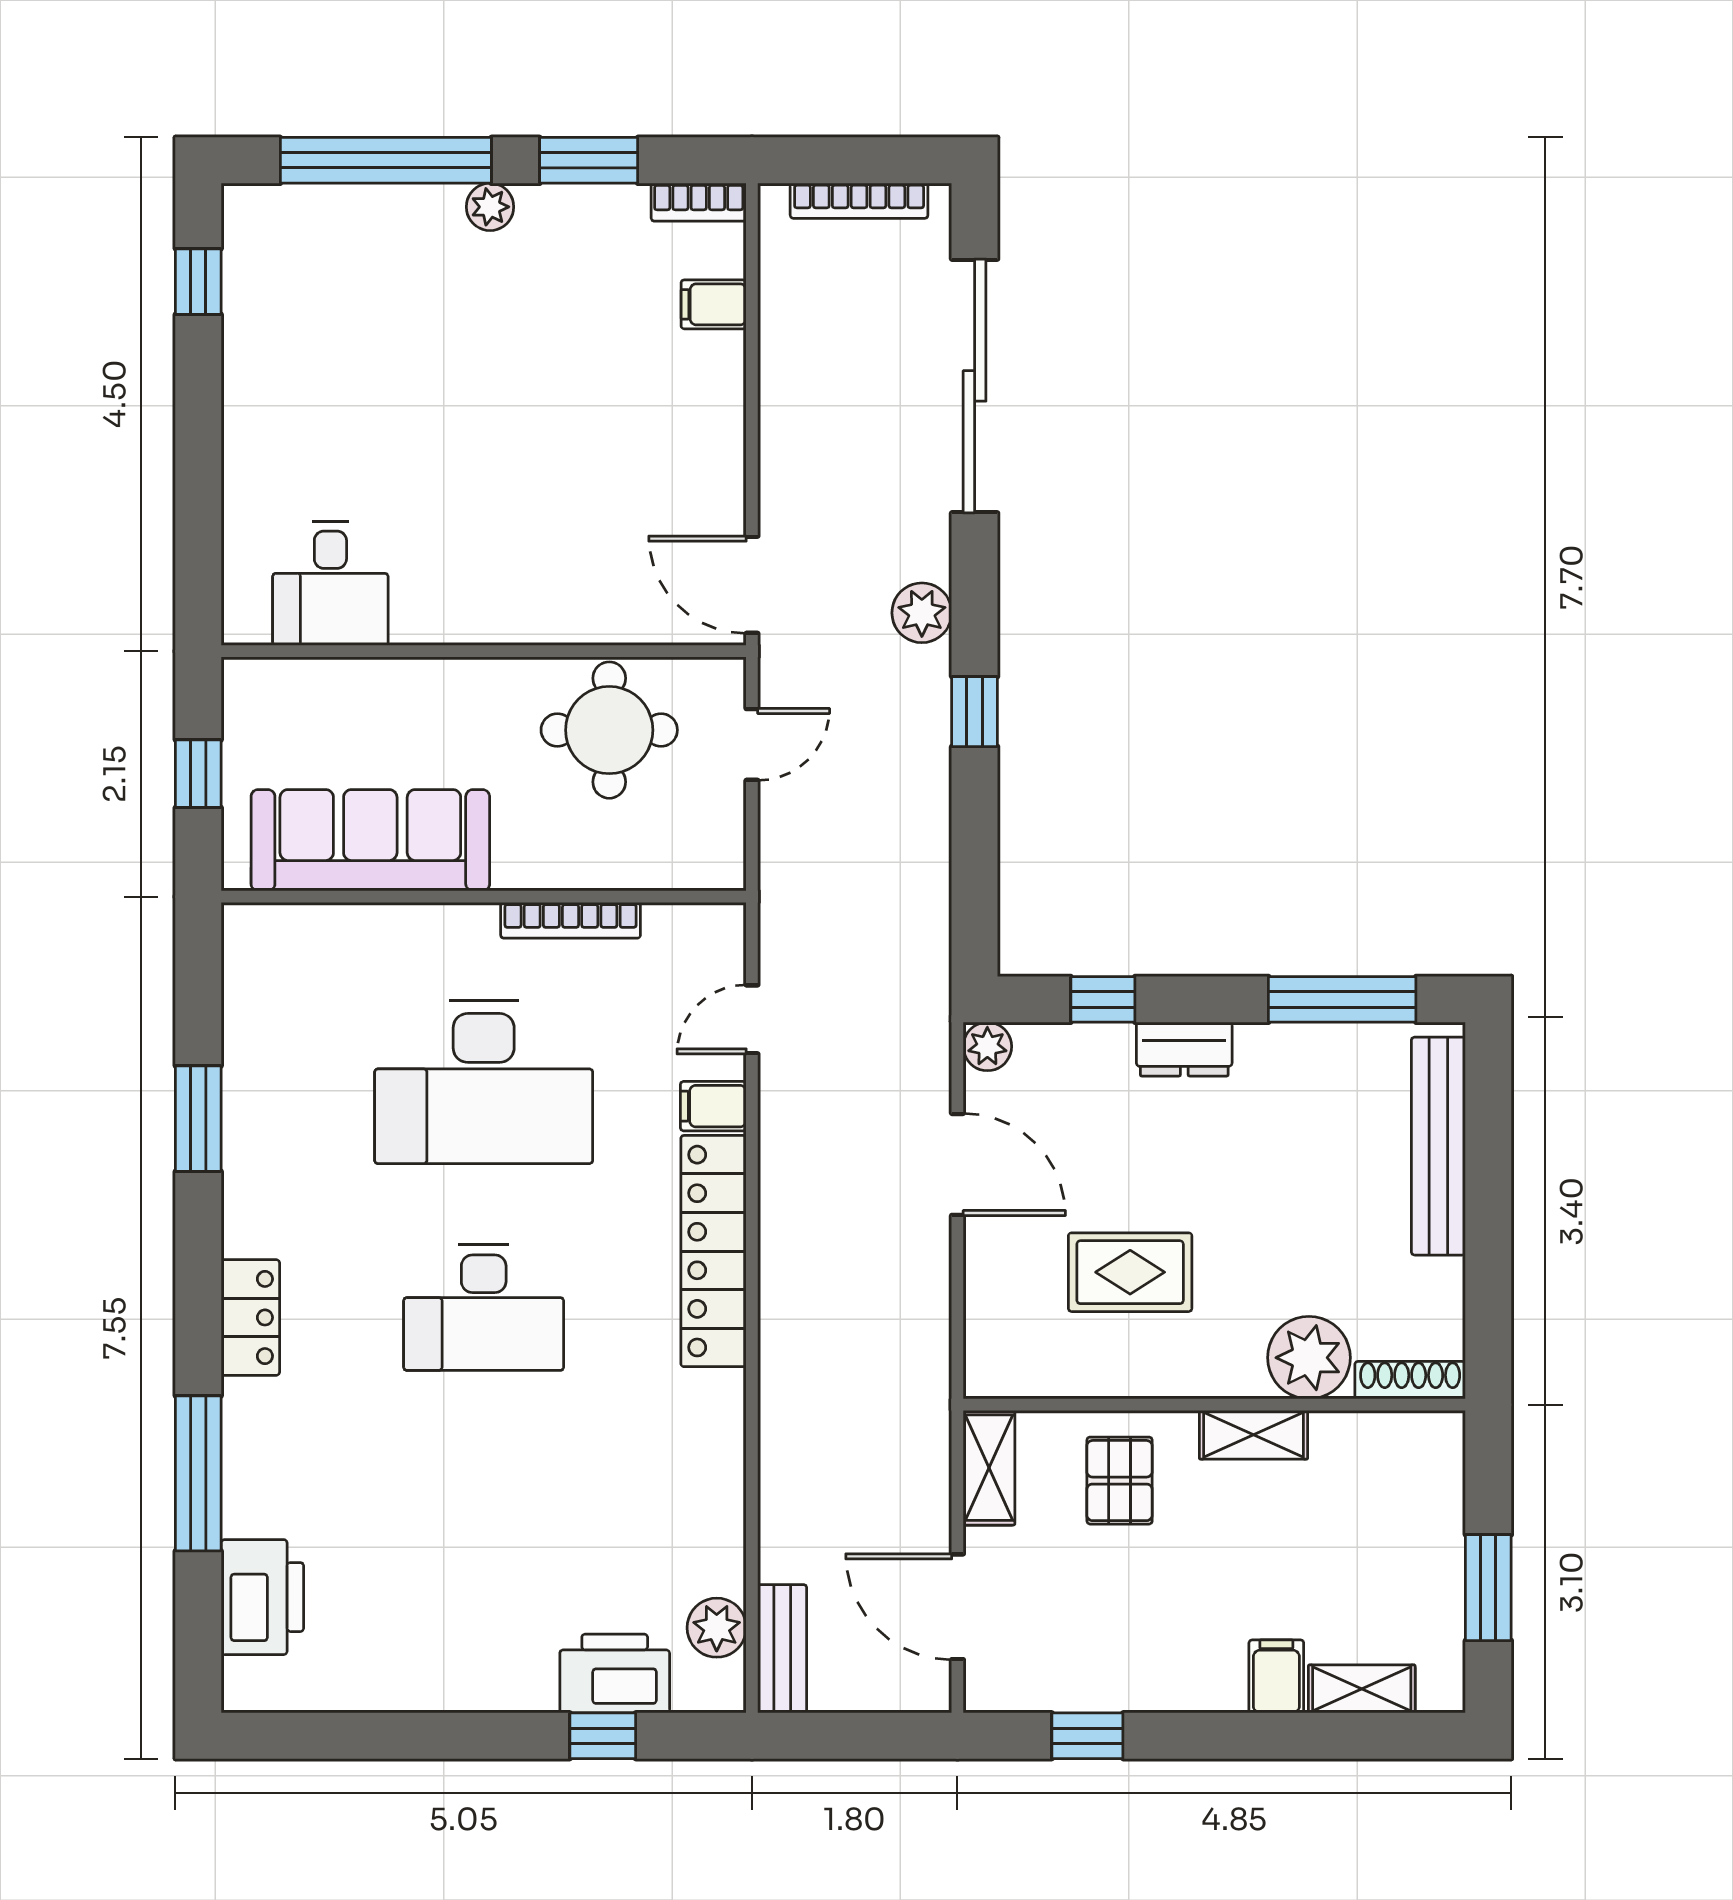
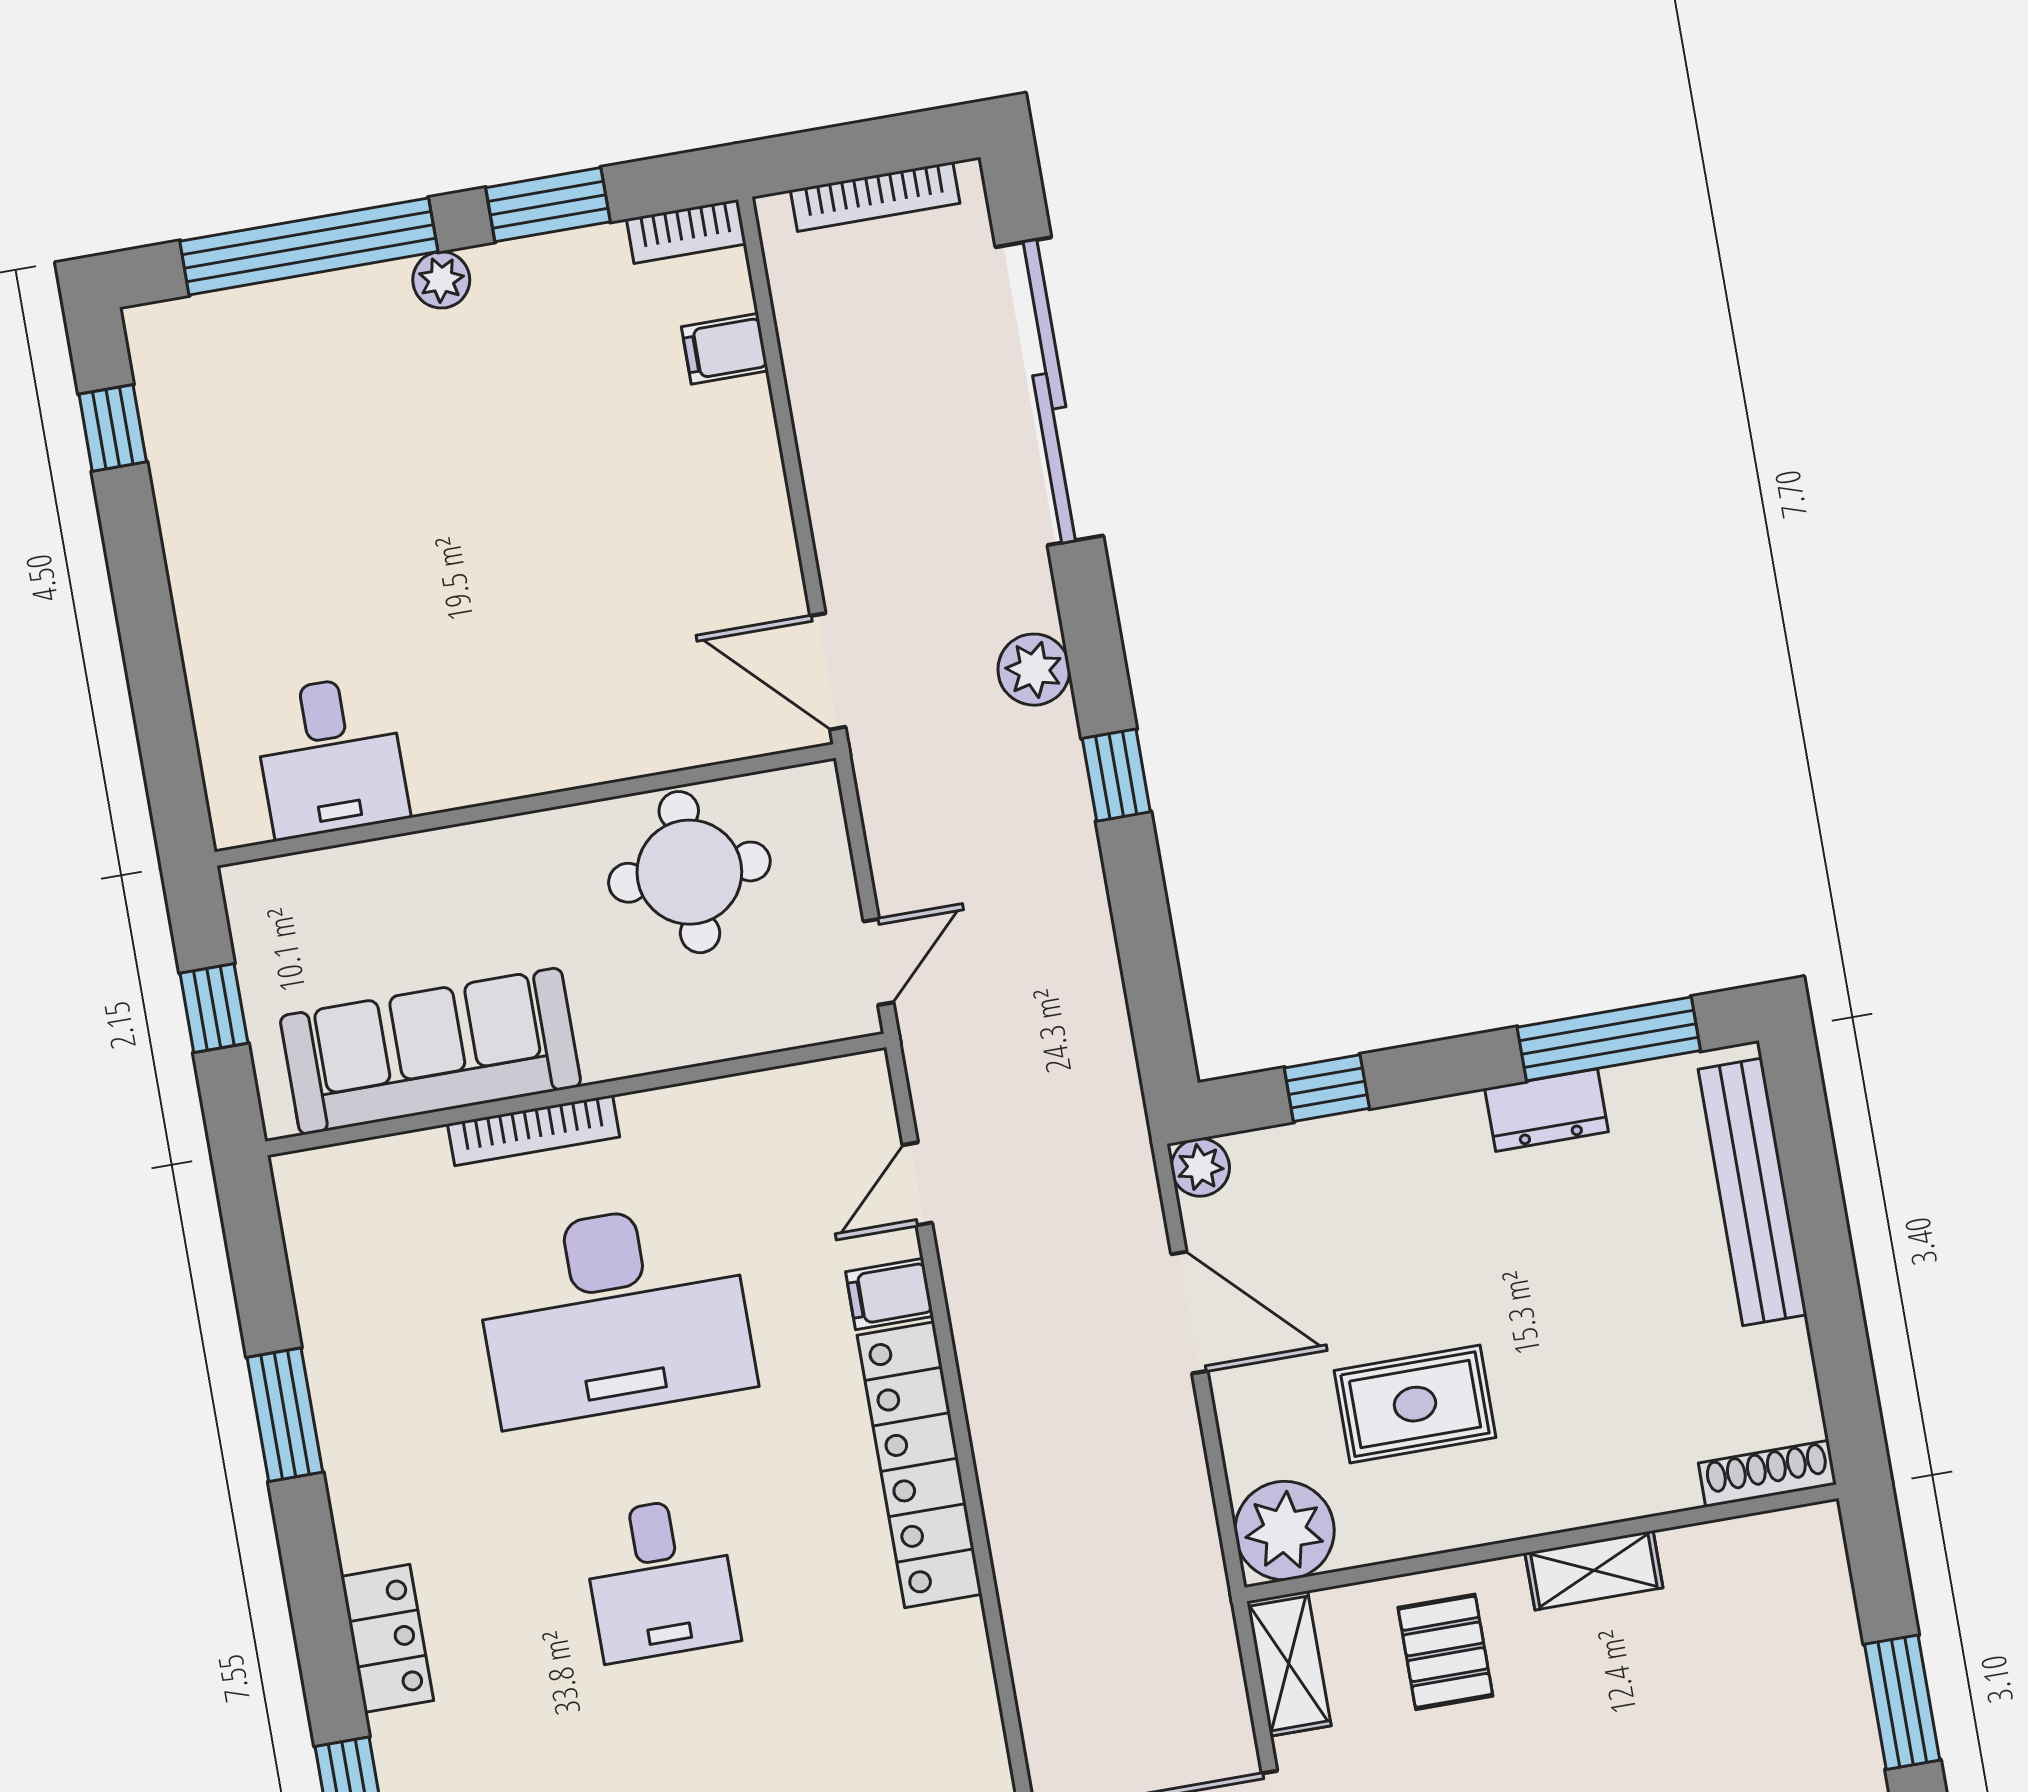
door: (752, 744) -> (878, 962), moved
bookcase: (571, 920) -> (534, 1130), moved
dresser: (1184, 1049) -> (1547, 1110), moved
desk: (484, 1308) -> (660, 1579), width x0.73
plant: (1309, 1358) -> (1285, 1531), moved

